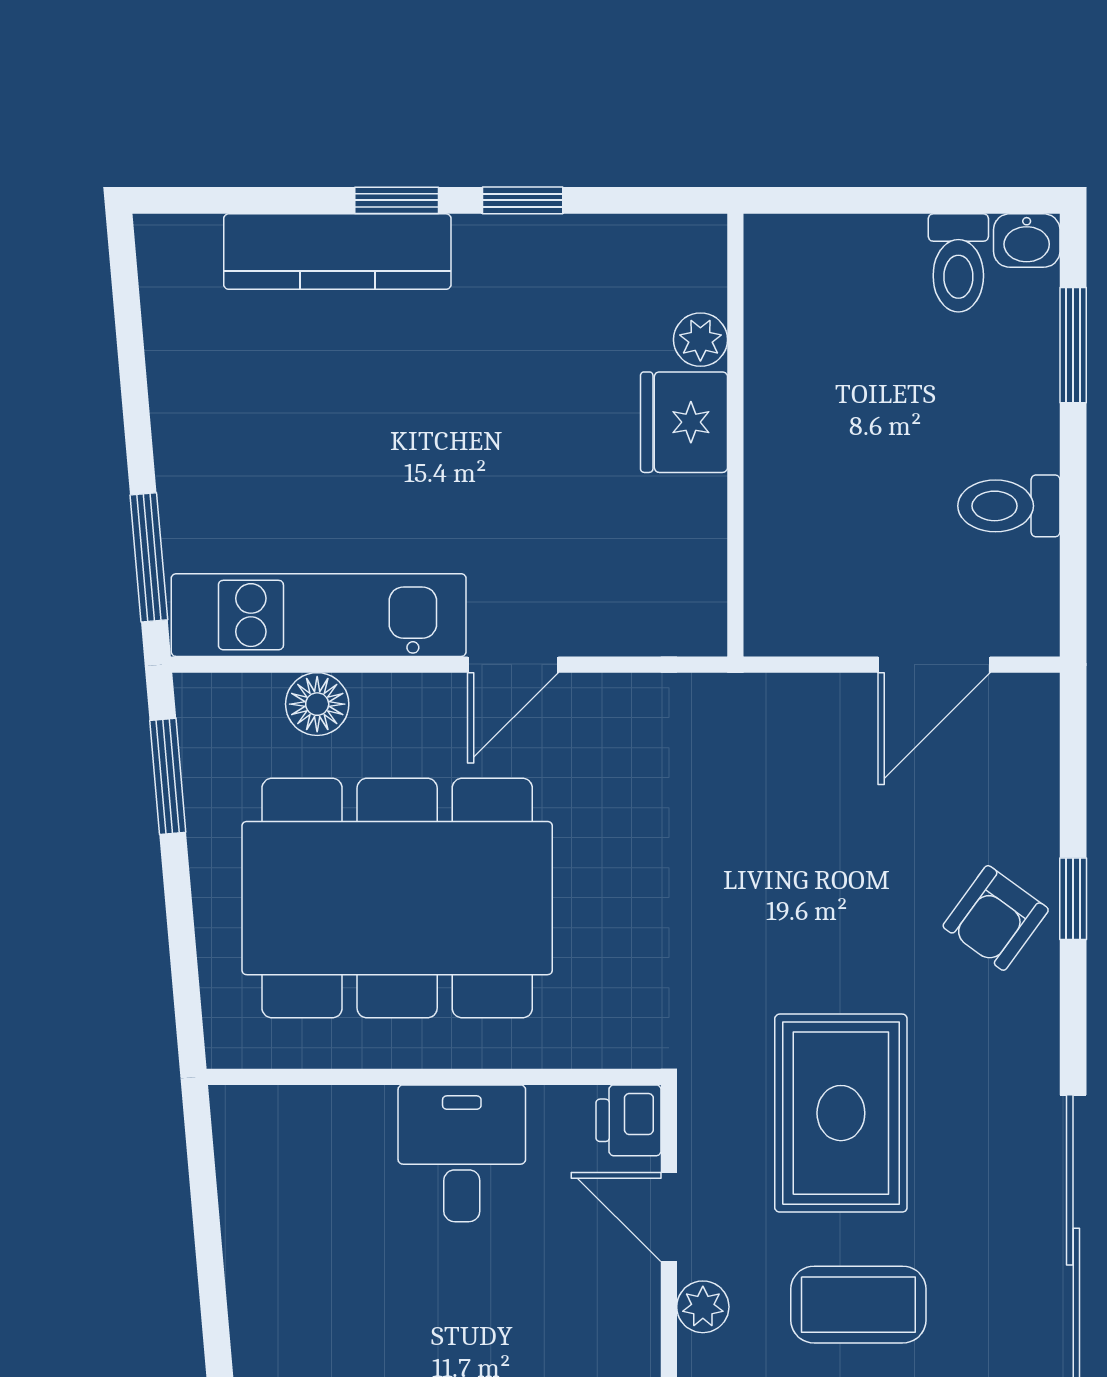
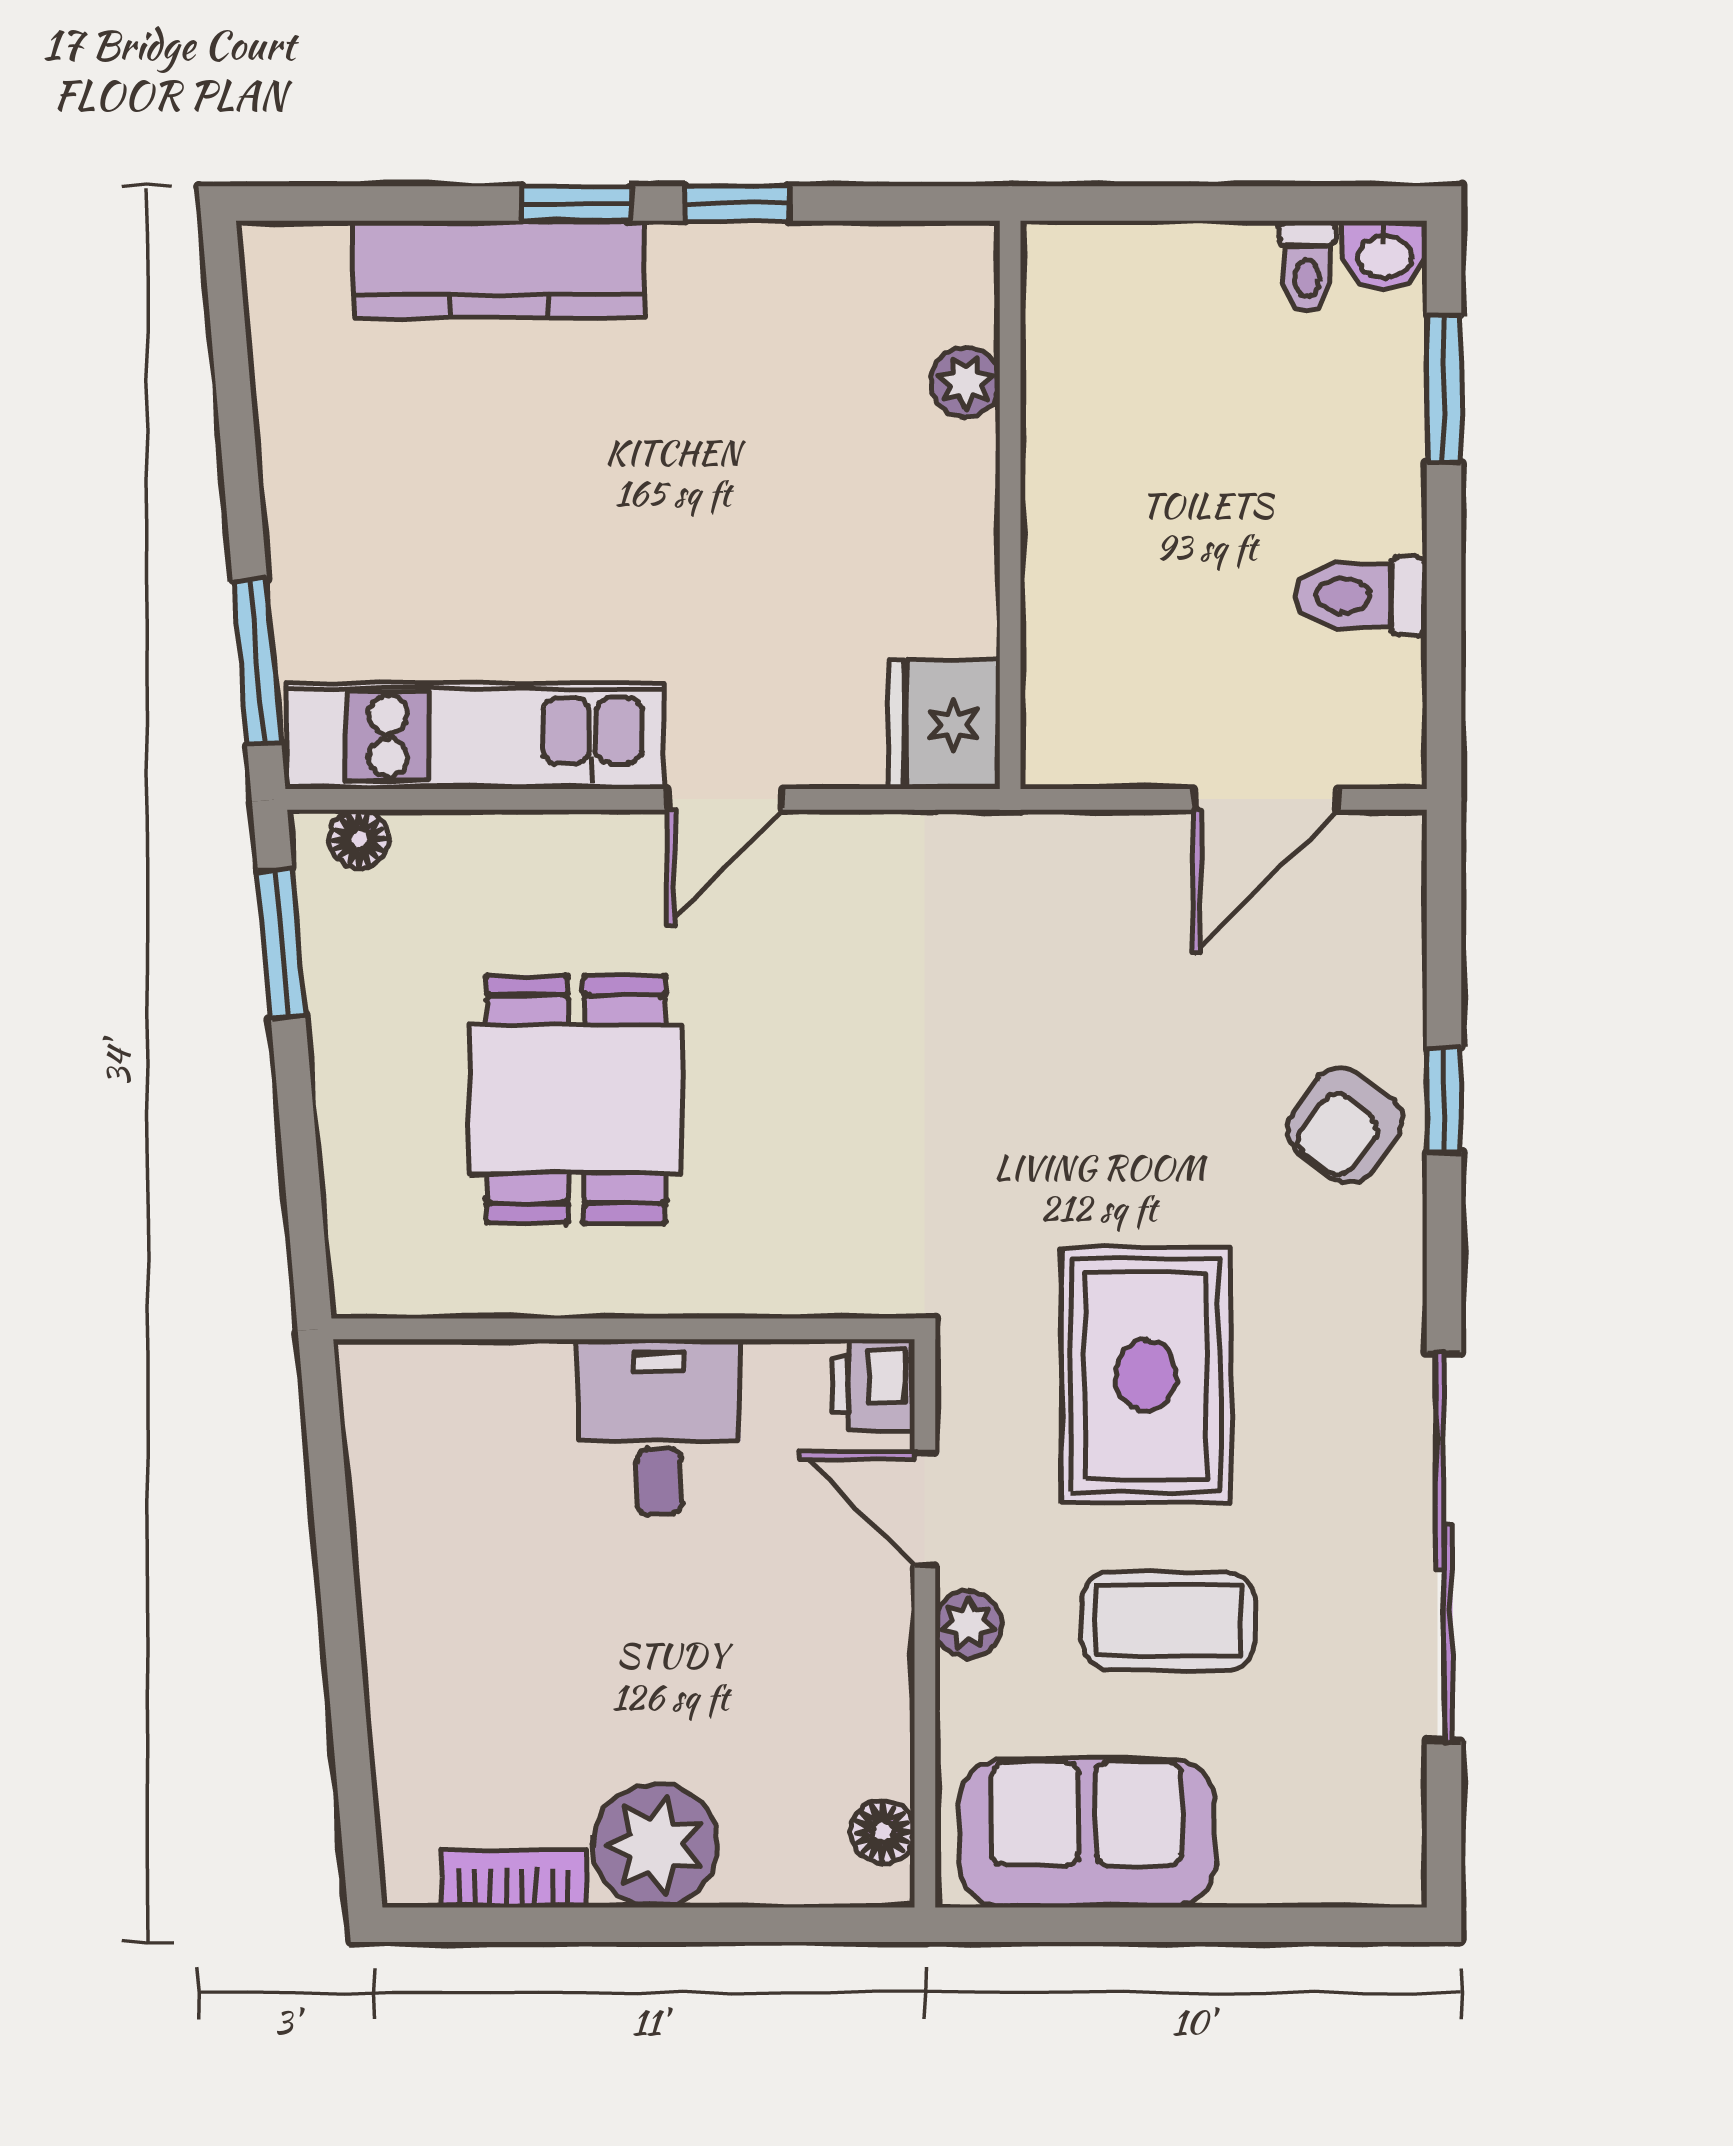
toilet: (958, 263) -> (1307, 266), width x0.73, depth x0.72
fridge: (684, 422) -> (944, 725), moved
floor lamp: (317, 704) -> (359, 839), moved, width x0.73, depth x0.73
dining table: (397, 898) -> (576, 1099), width x0.53, depth x0.80

